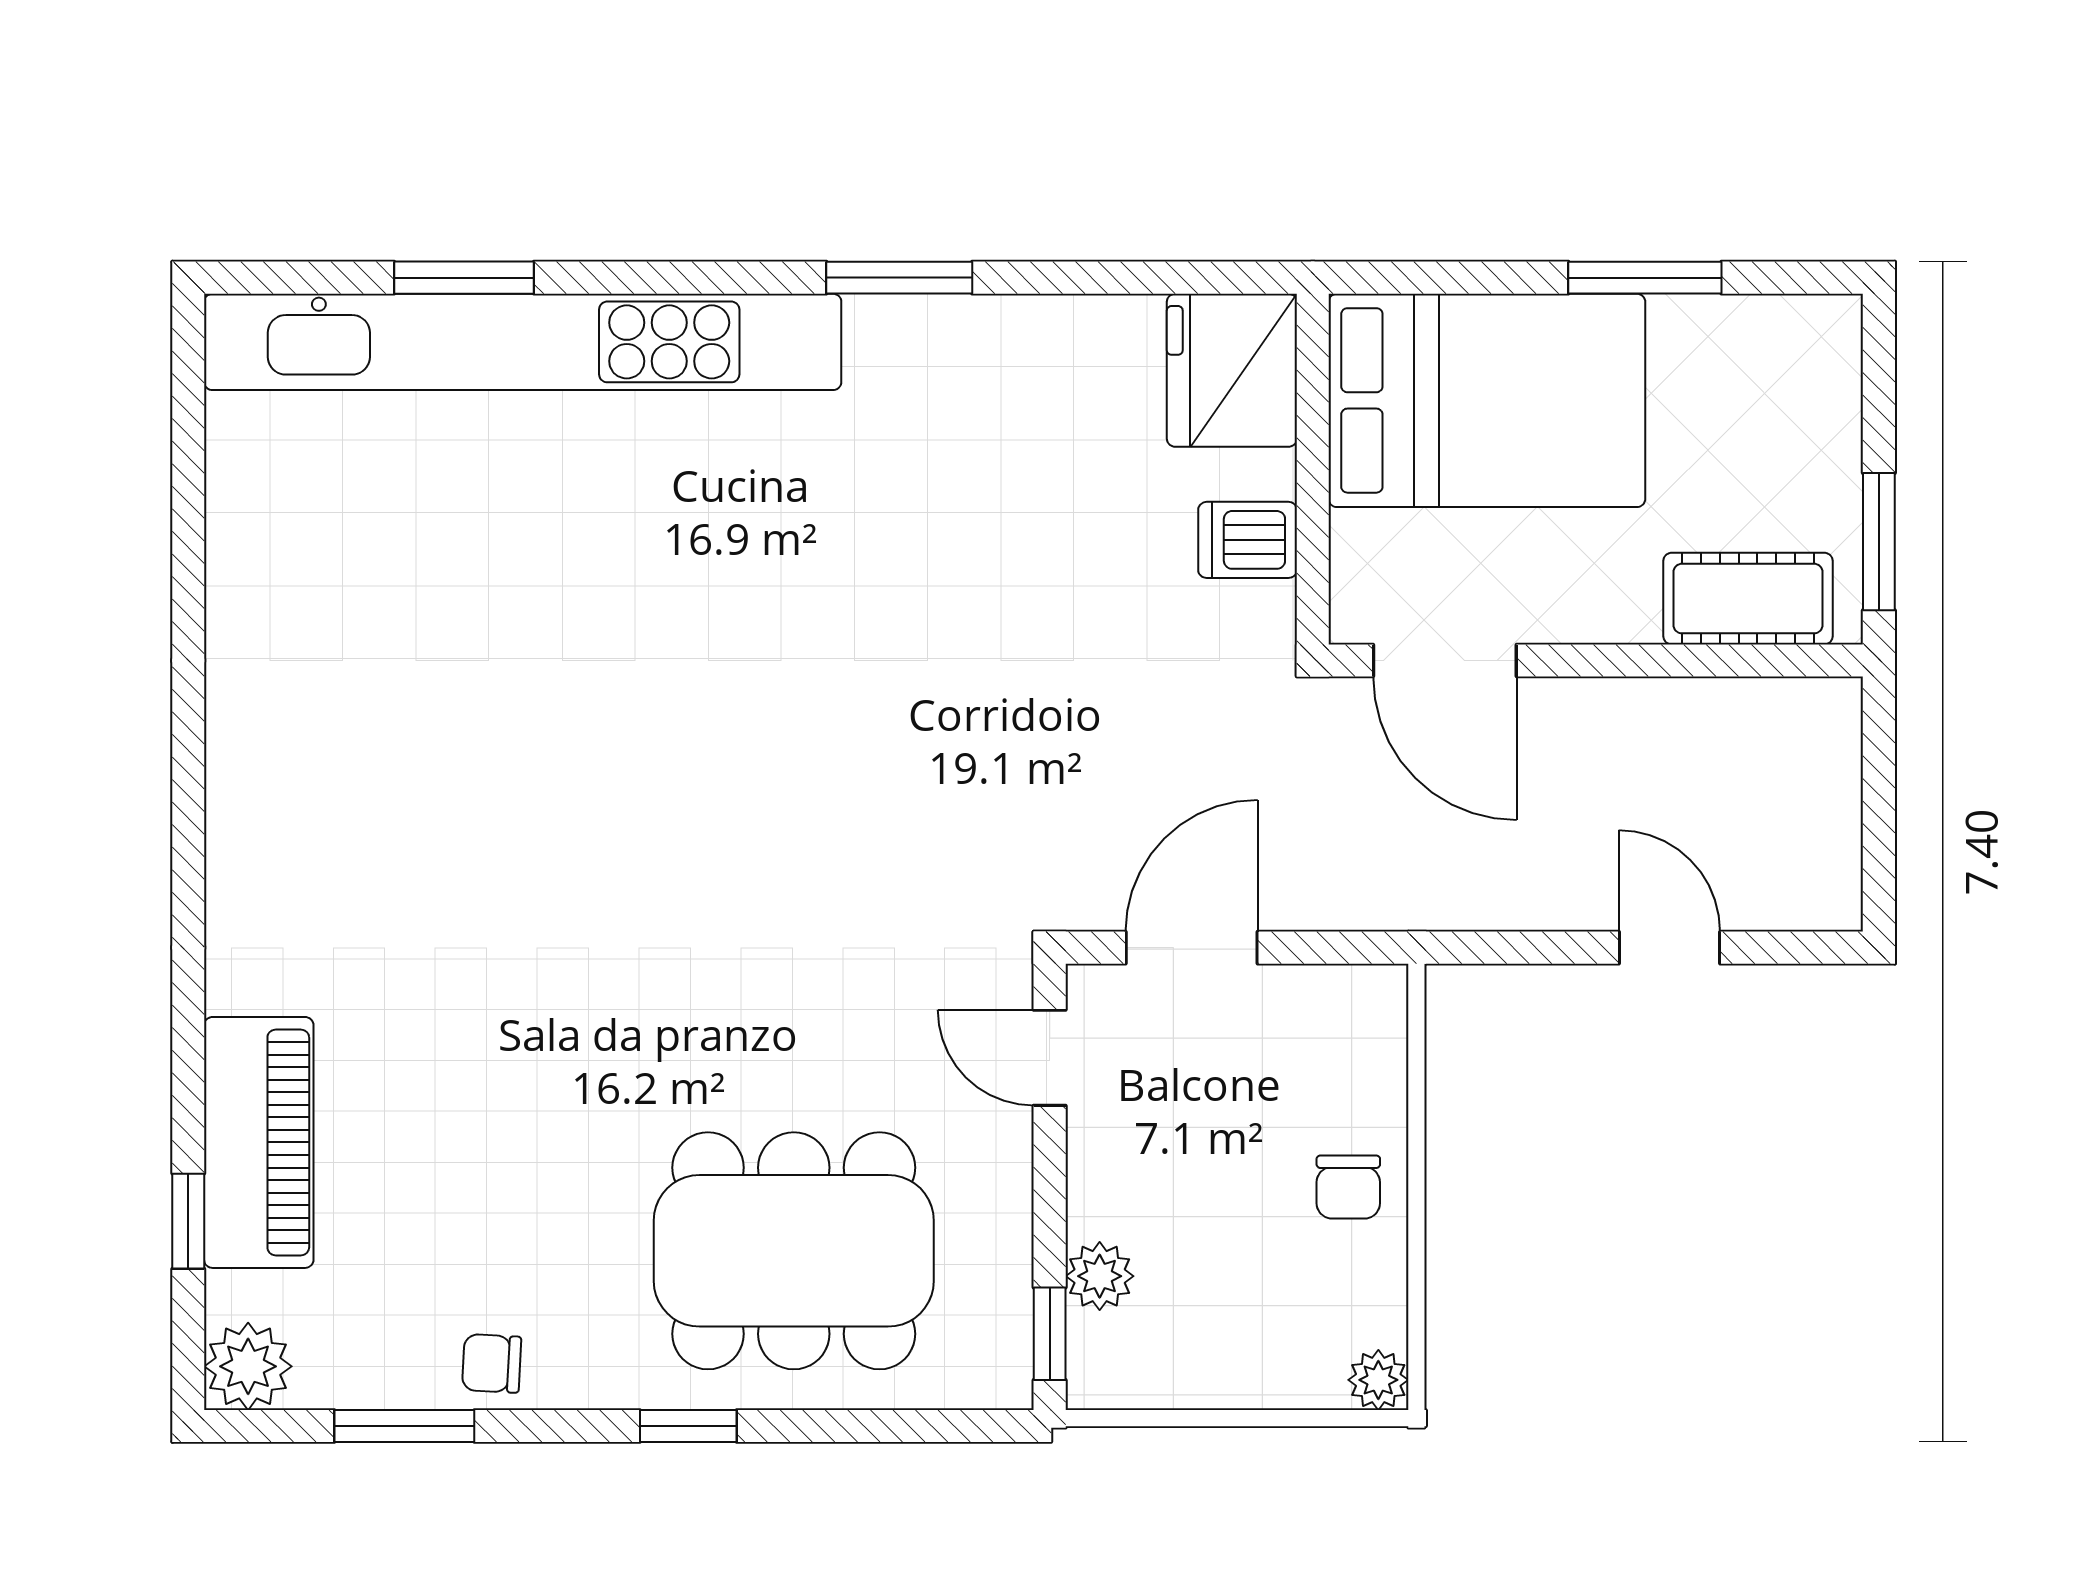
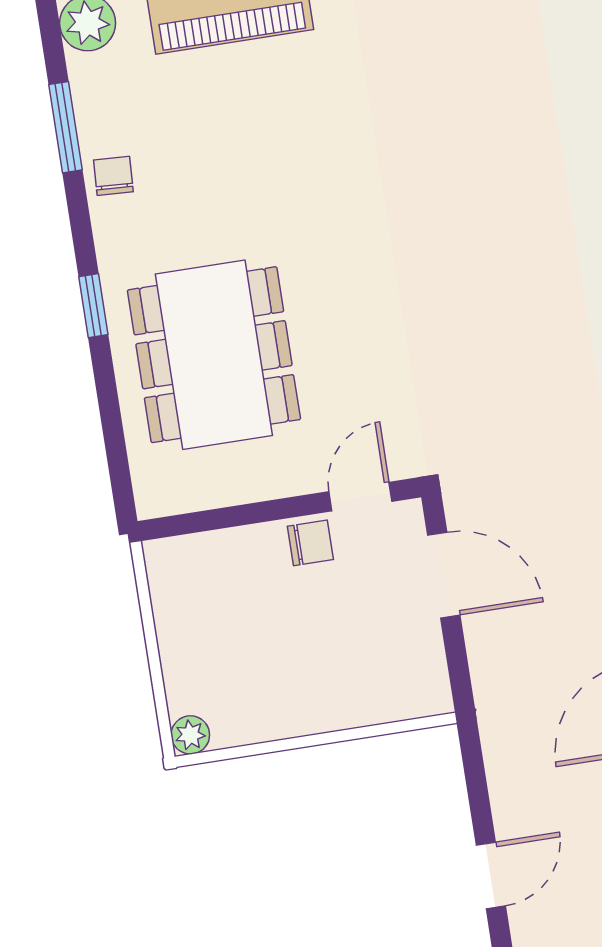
chair: (1348, 1187) -> (310, 543), moved, turned 180
plant: (1100, 1276) -> (228, 549), removed
window: (1050, 1334) -> (187, 524), removed

